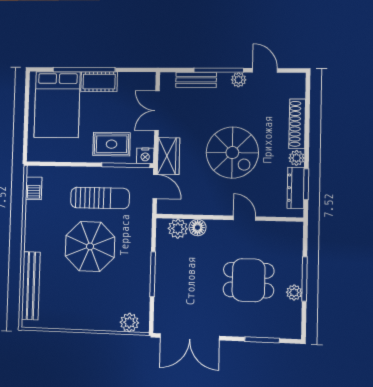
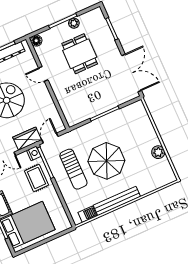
sun lounger: (100, 198) -> (73, 169), turned 180
door: (245, 218) -> (43, 74), hinge flipped
floor lamp: (198, 228) -> (36, 41), moved
plant: (178, 229) -> (69, 112), removed
bench: (31, 286) -> (117, 201), moved
plant: (129, 322) -> (158, 152), moved

